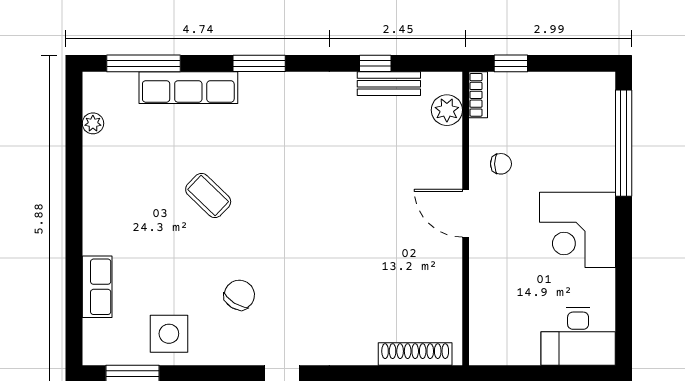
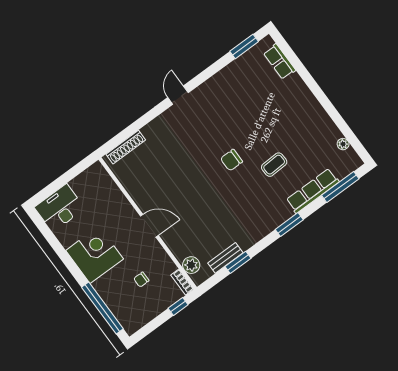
window: (375, 63) -> (238, 262), width x1.50
chair: (501, 164) -> (141, 280), moved
coffee table: (208, 195) -> (274, 165), moved, turned -47
row of seats: (97, 287) -> (279, 62), moved
chair: (239, 295) -> (232, 160), moved, turned 58
side table: (169, 334) -> (241, 76), removed

